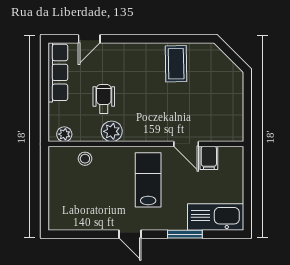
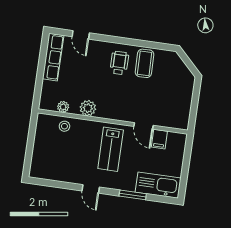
door: (89, 39) -> (81, 35), hinge flipped
wheelchair: (104, 99) -> (119, 63), moved
plant: (64, 134) -> (63, 107), moved
lab bench: (148, 180) -> (111, 149), turned 180

